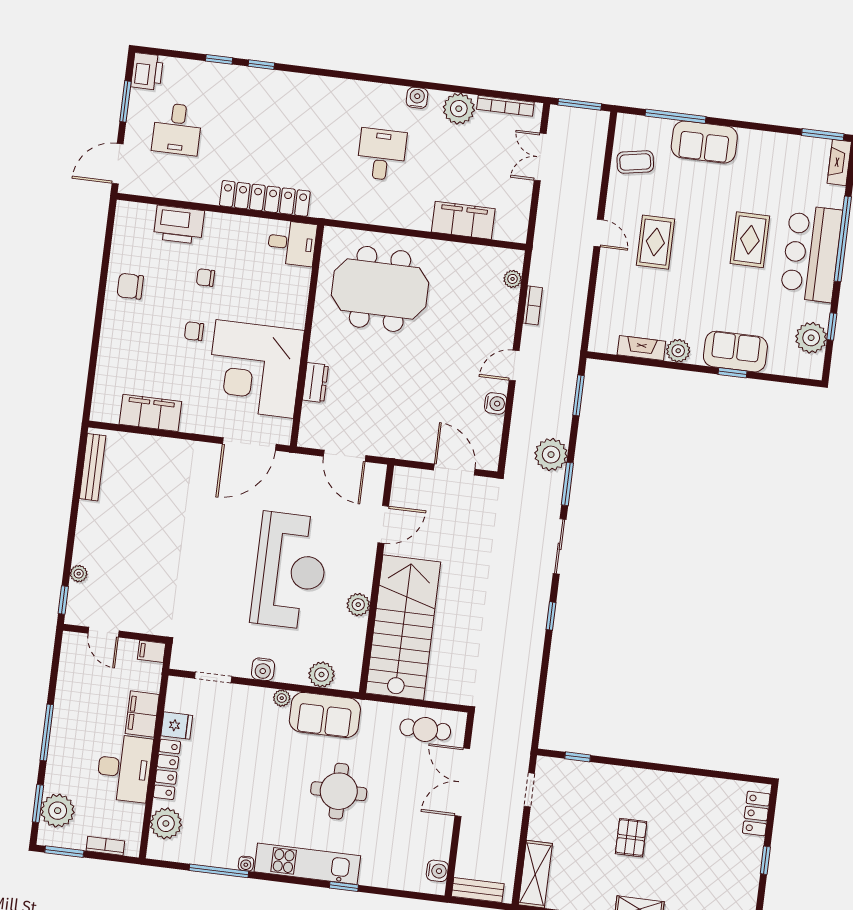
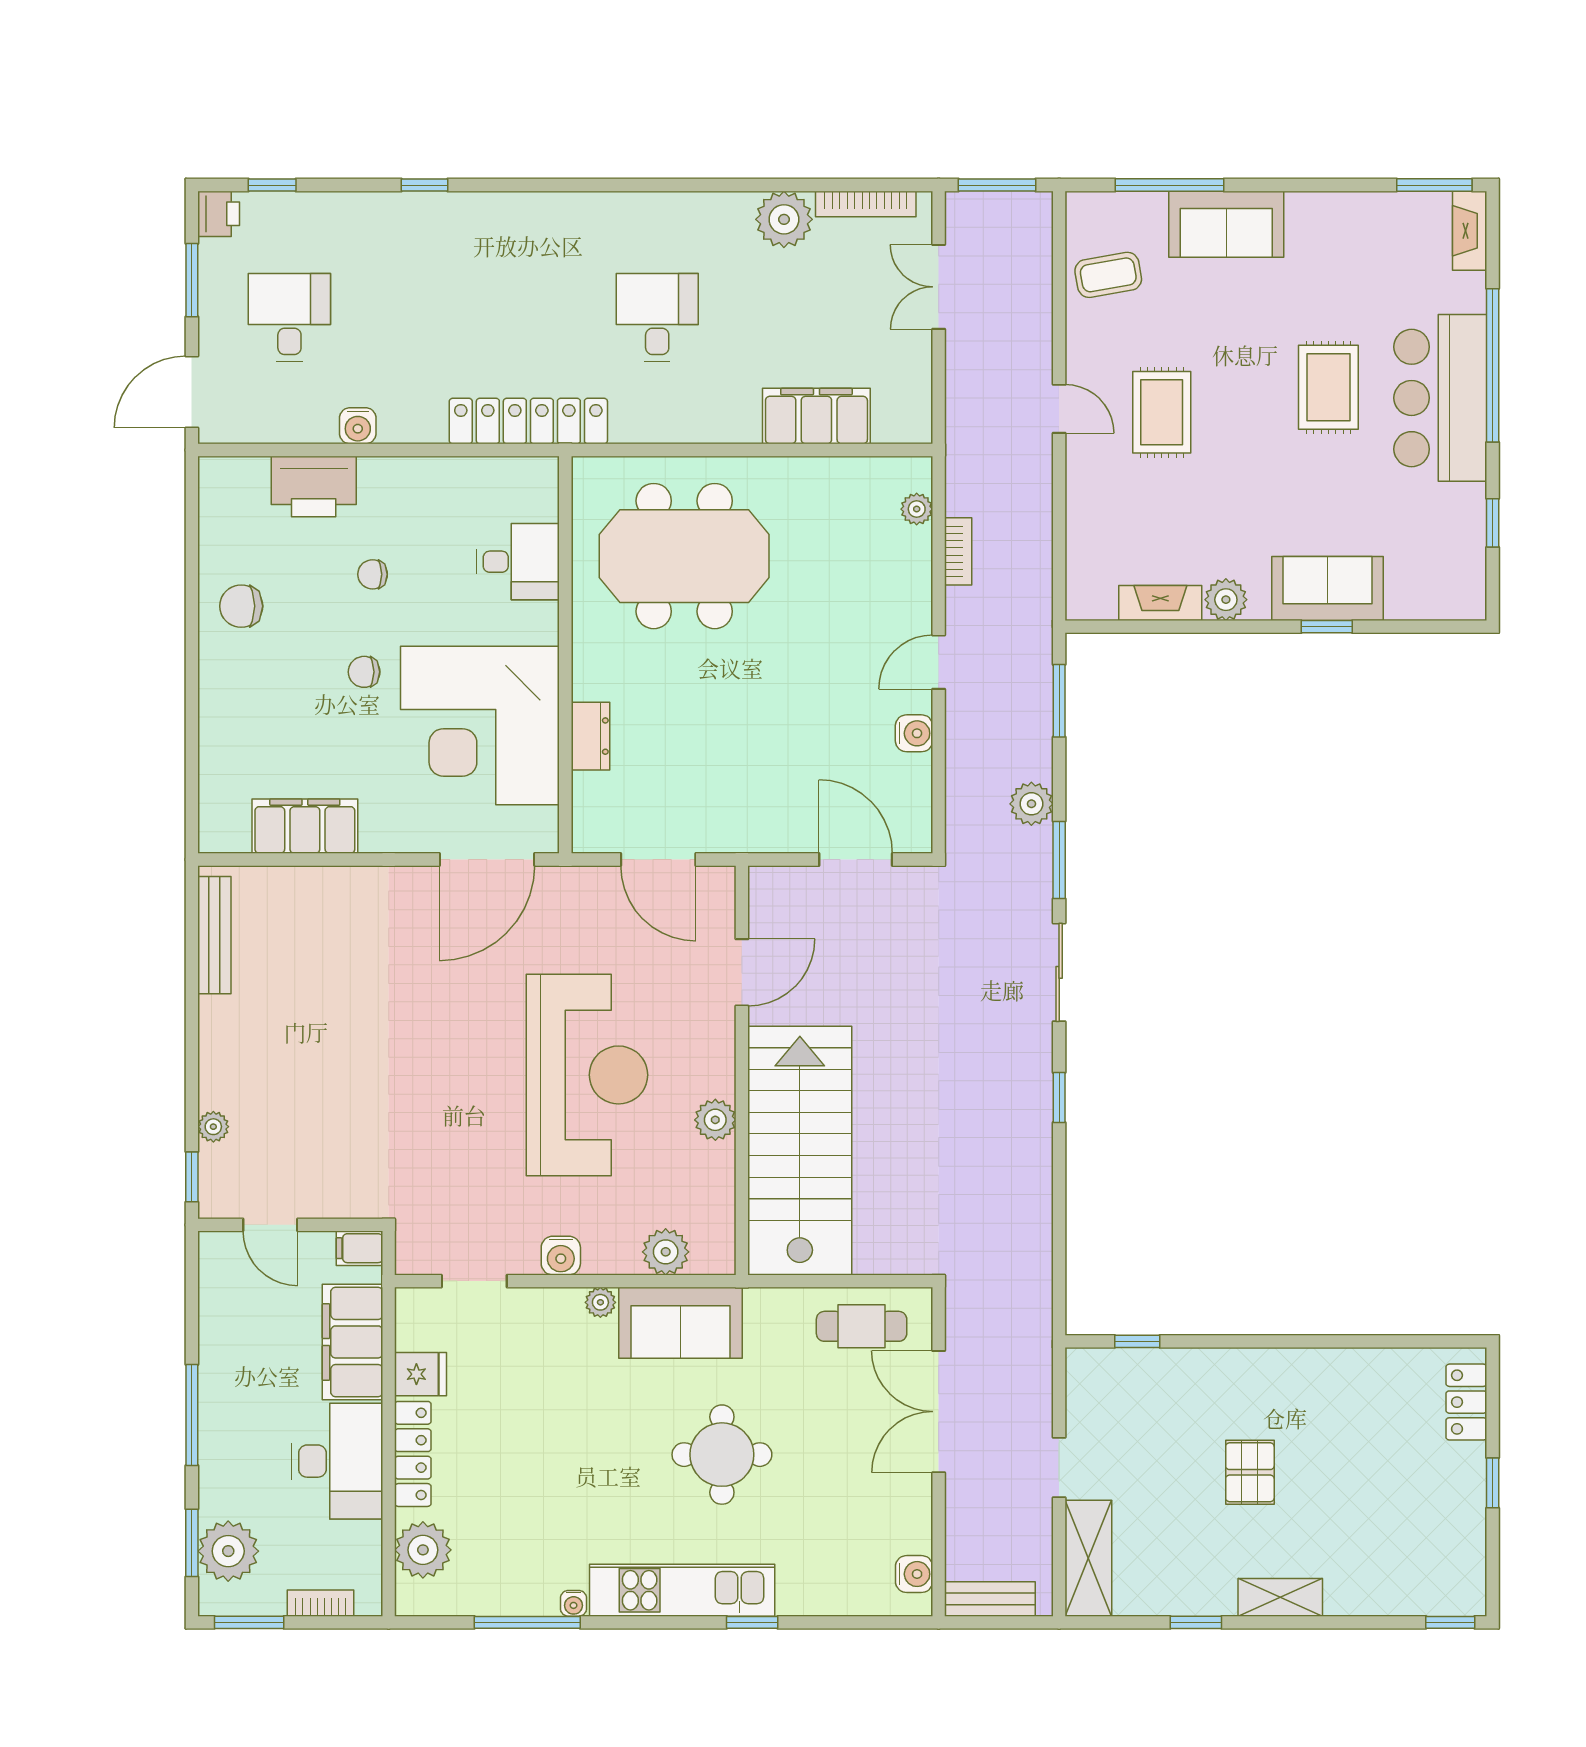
window: (219, 59) -> (272, 185), moved
printer: (147, 71) -> (219, 214), width x0.73, depth x0.81
water cooler: (417, 98) -> (358, 426), moved, turned 180
desk: (177, 129) -> (289, 318), turned 180
locker: (265, 198) -> (528, 421), moved
desk: (292, 243) -> (518, 562), moved
plant: (811, 338) -> (1459, 547), removed
plant: (551, 455) -> (1031, 804), width x0.73, depth x0.73
filing cabinet: (142, 714) -> (353, 1342), width x1.50, depth x1.17
doorway: (529, 790) -> (1059, 1467), moved

